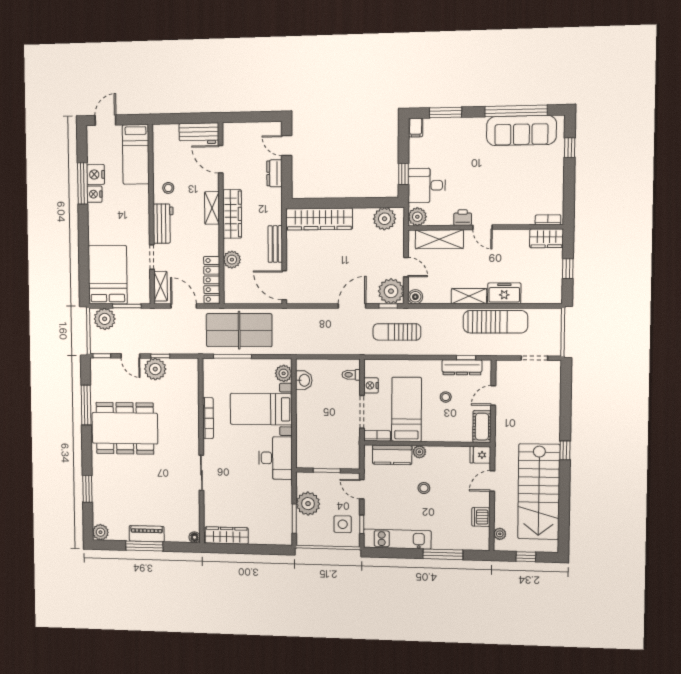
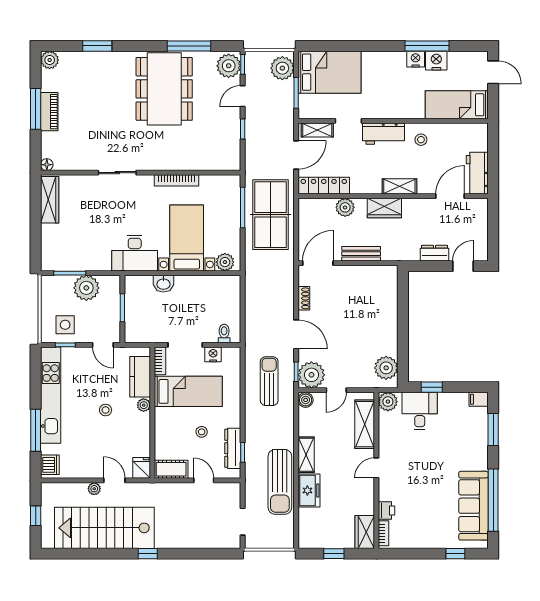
wardrobe: (232, 214) -> (384, 208), width x0.67
printer: (463, 218) -> (387, 510), moved
wardrobe: (319, 219) -> (387, 300), removed
shoe rack: (318, 298) -> (304, 298), added
plant: (155, 369) -> (229, 66), moved
washbasin: (304, 380) -> (163, 284), moved
door: (362, 489) -> (103, 345), swing flipped
dishwasher: (481, 517) -> (50, 465), moved, turned 90
plant: (500, 534) -> (94, 489), moved
kitchen unit: (397, 539) -> (51, 395), width x1.36

